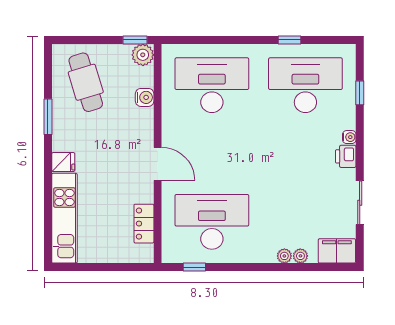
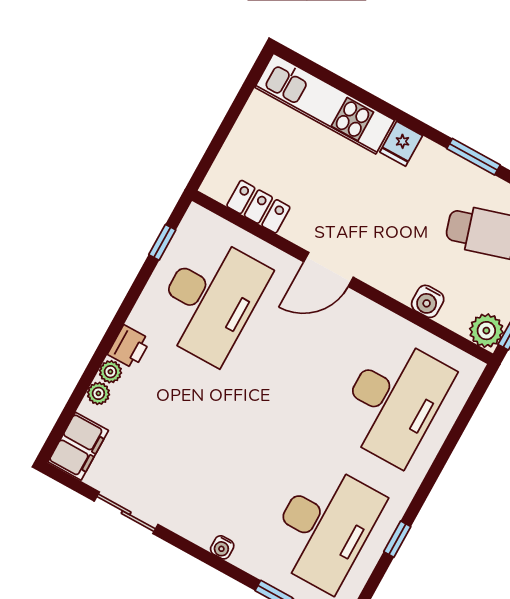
printer: (346, 156) -> (129, 347), moved, turned 90

